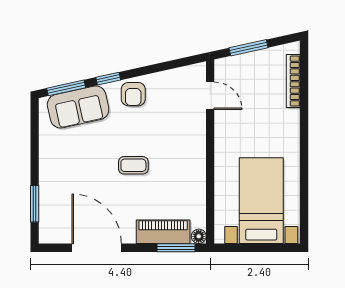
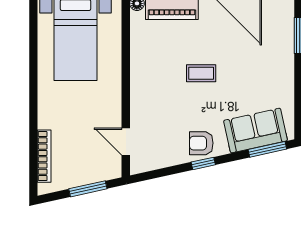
window: (108, 79) -> (203, 163), moved
armchair: (133, 94) -> (201, 143), turned -90

